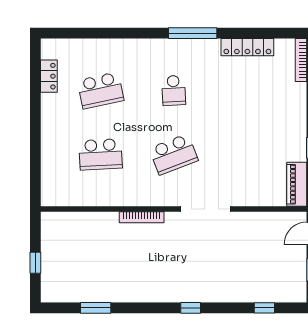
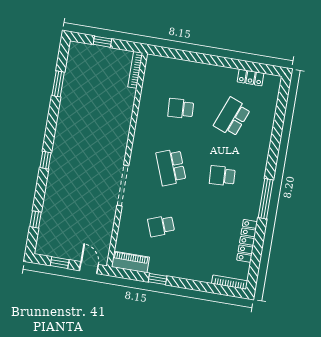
school desk: (101, 90) -> (232, 117), turned 33
school desk: (101, 154) -> (181, 109), width x0.54
school desk: (247, 154) -> (161, 226), added
bookcase: (142, 217) -> (135, 70), moved

